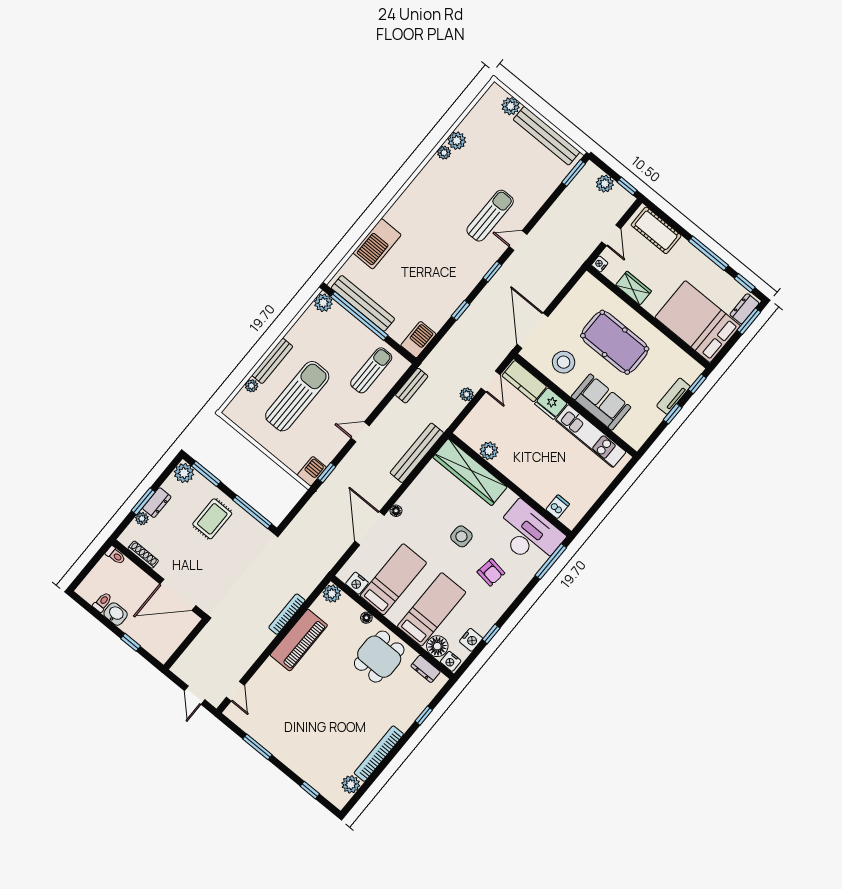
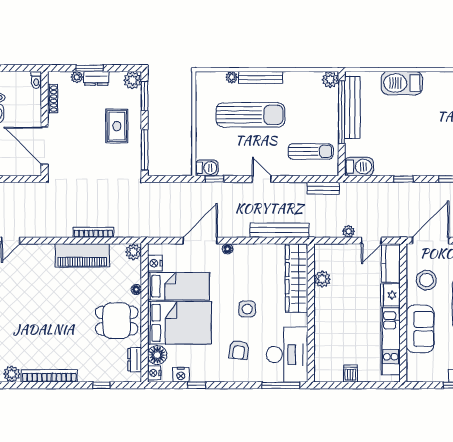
dishwasher: (558, 507) -> (350, 373), moved, turned -90
rug: (212, 519) -> (117, 126), turned 90
bed: (432, 609) -> (179, 323), width x1.50

